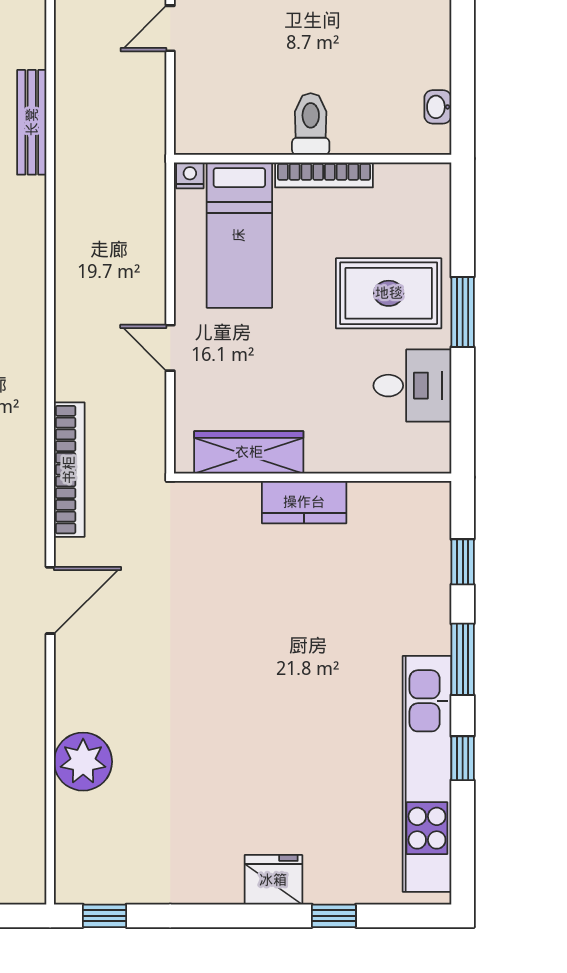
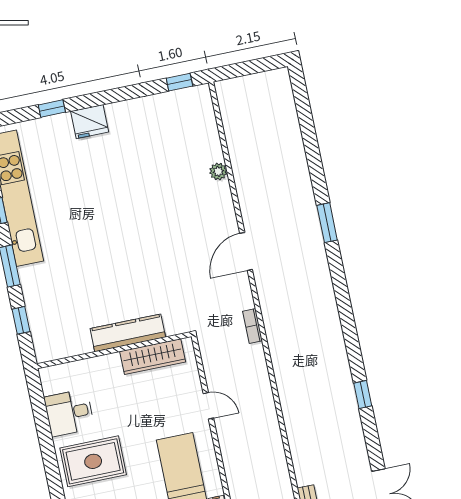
window: (463, 312) -> (50, 459), removed
bookcase: (69, 470) -> (253, 326), width x0.43, depth x0.76
kitchen counter: (304, 502) -> (128, 333), width x1.50
plant: (83, 762) -> (218, 171), width x0.53, depth x0.53

